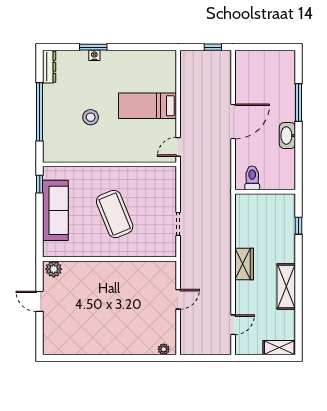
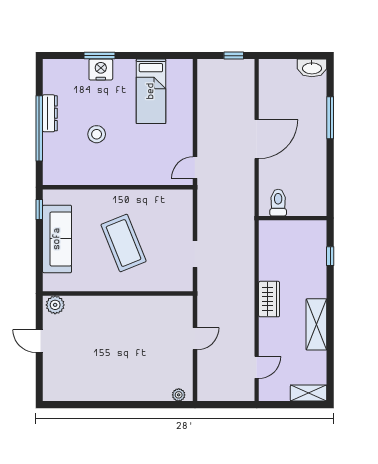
nightstand: (94, 55) -> (101, 69), width x1.89, depth x1.79
dresser: (49, 67) -> (50, 113), moved
bed: (148, 106) -> (151, 91), moved, turned -90
washbasin: (287, 136) -> (312, 68), moved, turned -90

